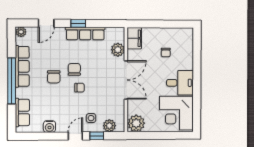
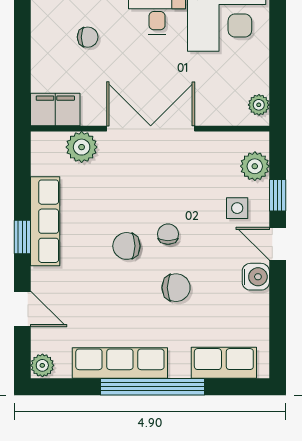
chair: (54, 77) -> (176, 288), moved
plant: (136, 123) -> (259, 105), width x0.53, depth x0.53
water cooler: (49, 126) -> (256, 277), moved

